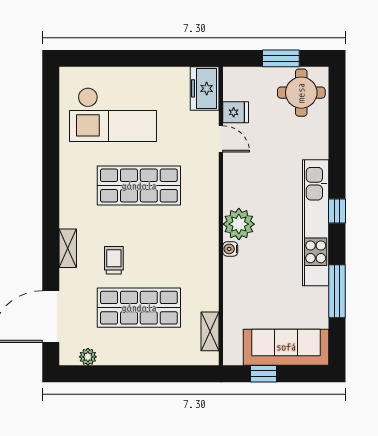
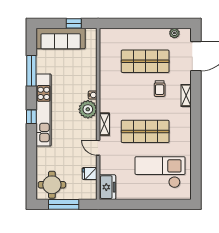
window: (281, 58) -> (64, 204), width x1.44
door: (221, 139) -> (98, 148), moved
shelving: (210, 331) -> (104, 124), moved

